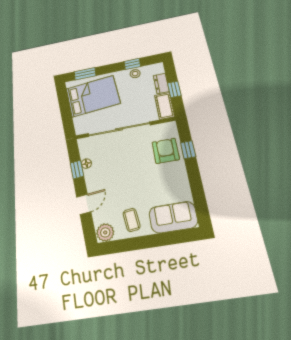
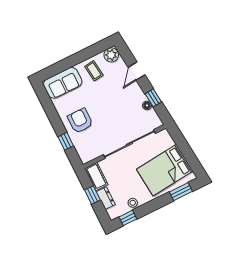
window: (132, 64) -> (128, 218), moved
armchair: (166, 151) -> (80, 121), moved, turned 180

